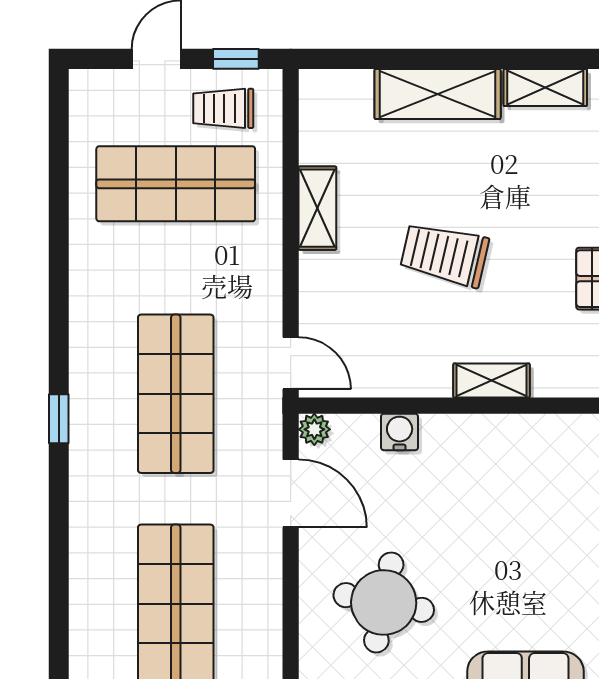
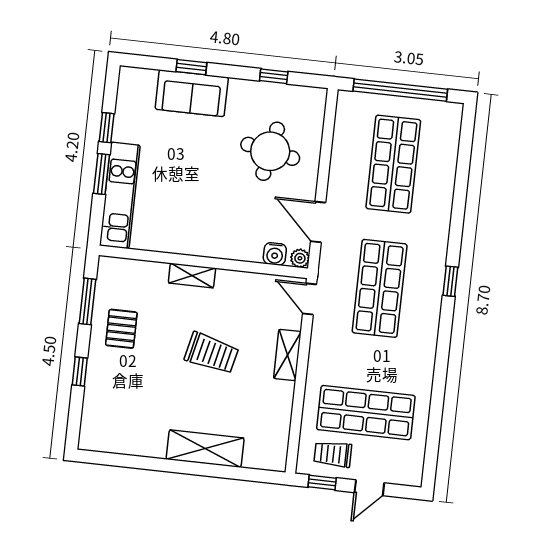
shelving: (545, 88) -> (141, 445), removed
trolley: (223, 108) -> (333, 454), turned 180
shelving: (317, 208) -> (287, 355), moved
water cooler: (400, 432) -> (275, 254), moved

